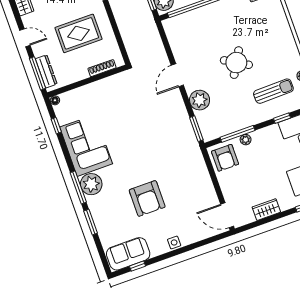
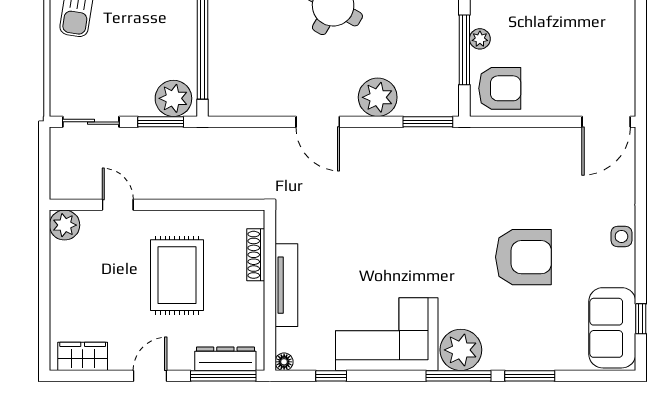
tv unit: (93, 88) -> (286, 285), added
wardrobe: (266, 210) -> (621, 46), removed

